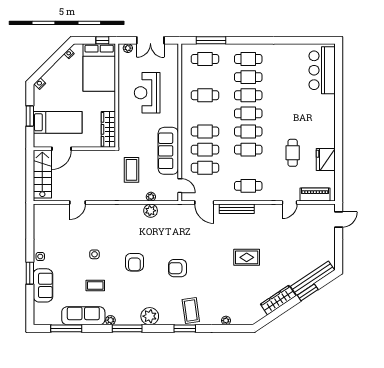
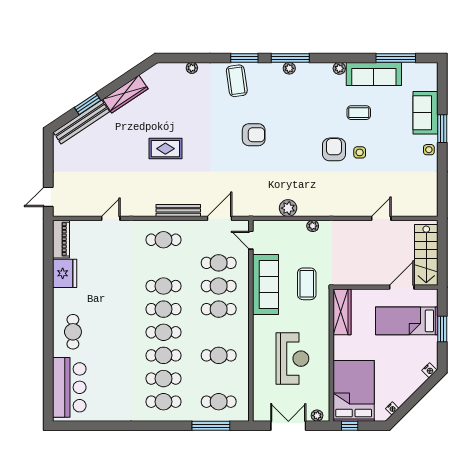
cafe table: (293, 153) -> (73, 332), moved
coffee table: (132, 170) -> (307, 284), moved
piano: (315, 195) -> (61, 239), moved, turned -90
plant: (151, 197) -> (313, 226), moved
door: (204, 203) -> (220, 218), hinge flipped
armchair: (134, 262) -> (334, 149), moved
plant: (150, 316) -> (289, 68), width x0.53, depth x0.53
window: (127, 328) -> (290, 58), moved

